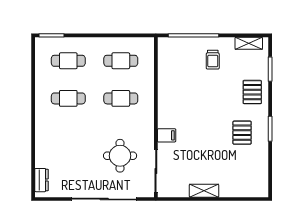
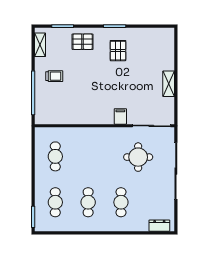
cafe table: (121, 98) -> (121, 202), moved
pallet: (242, 133) -> (118, 51), turned 90

